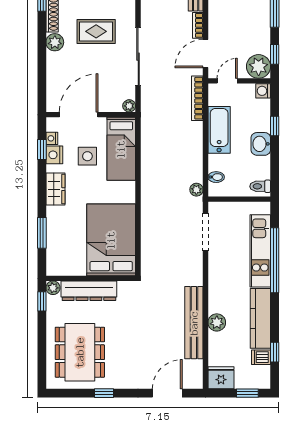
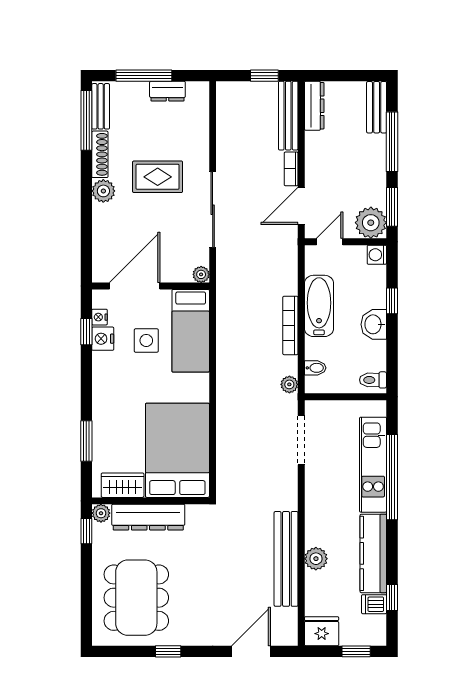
window: (275, 54) -> (392, 207), width x1.50
bookcase: (197, 98) -> (290, 325), moved
wardrobe: (55, 189) -> (123, 485), moved, turned -90

